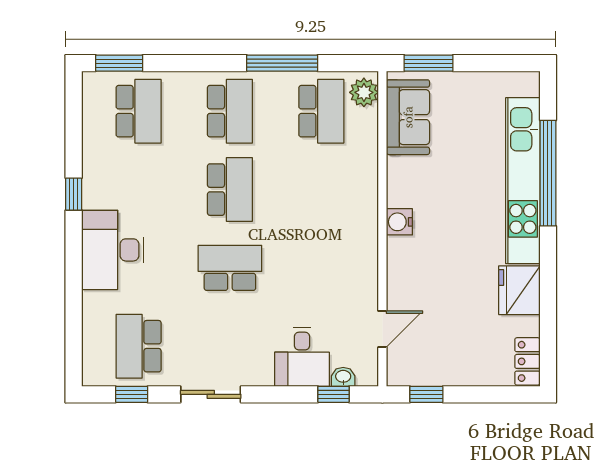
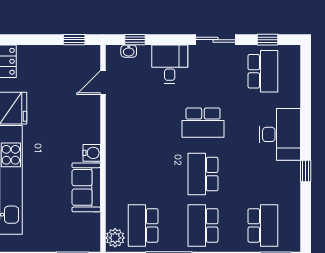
school desk: (139, 111) -> (263, 225), turned 180
sofa: (408, 117) -> (86, 187), moved
desk: (302, 357) -> (170, 64), moved

